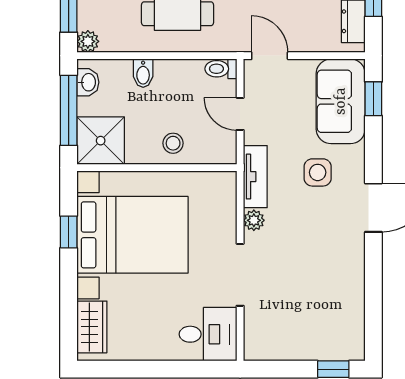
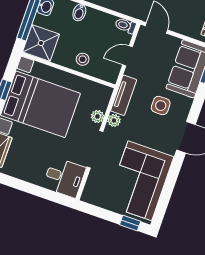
door: (240, 114) -> (128, 56), hinge flipped
plant: (226, 223) -> (97, 116), added
corner sofa: (326, 299) -> (140, 181), added

